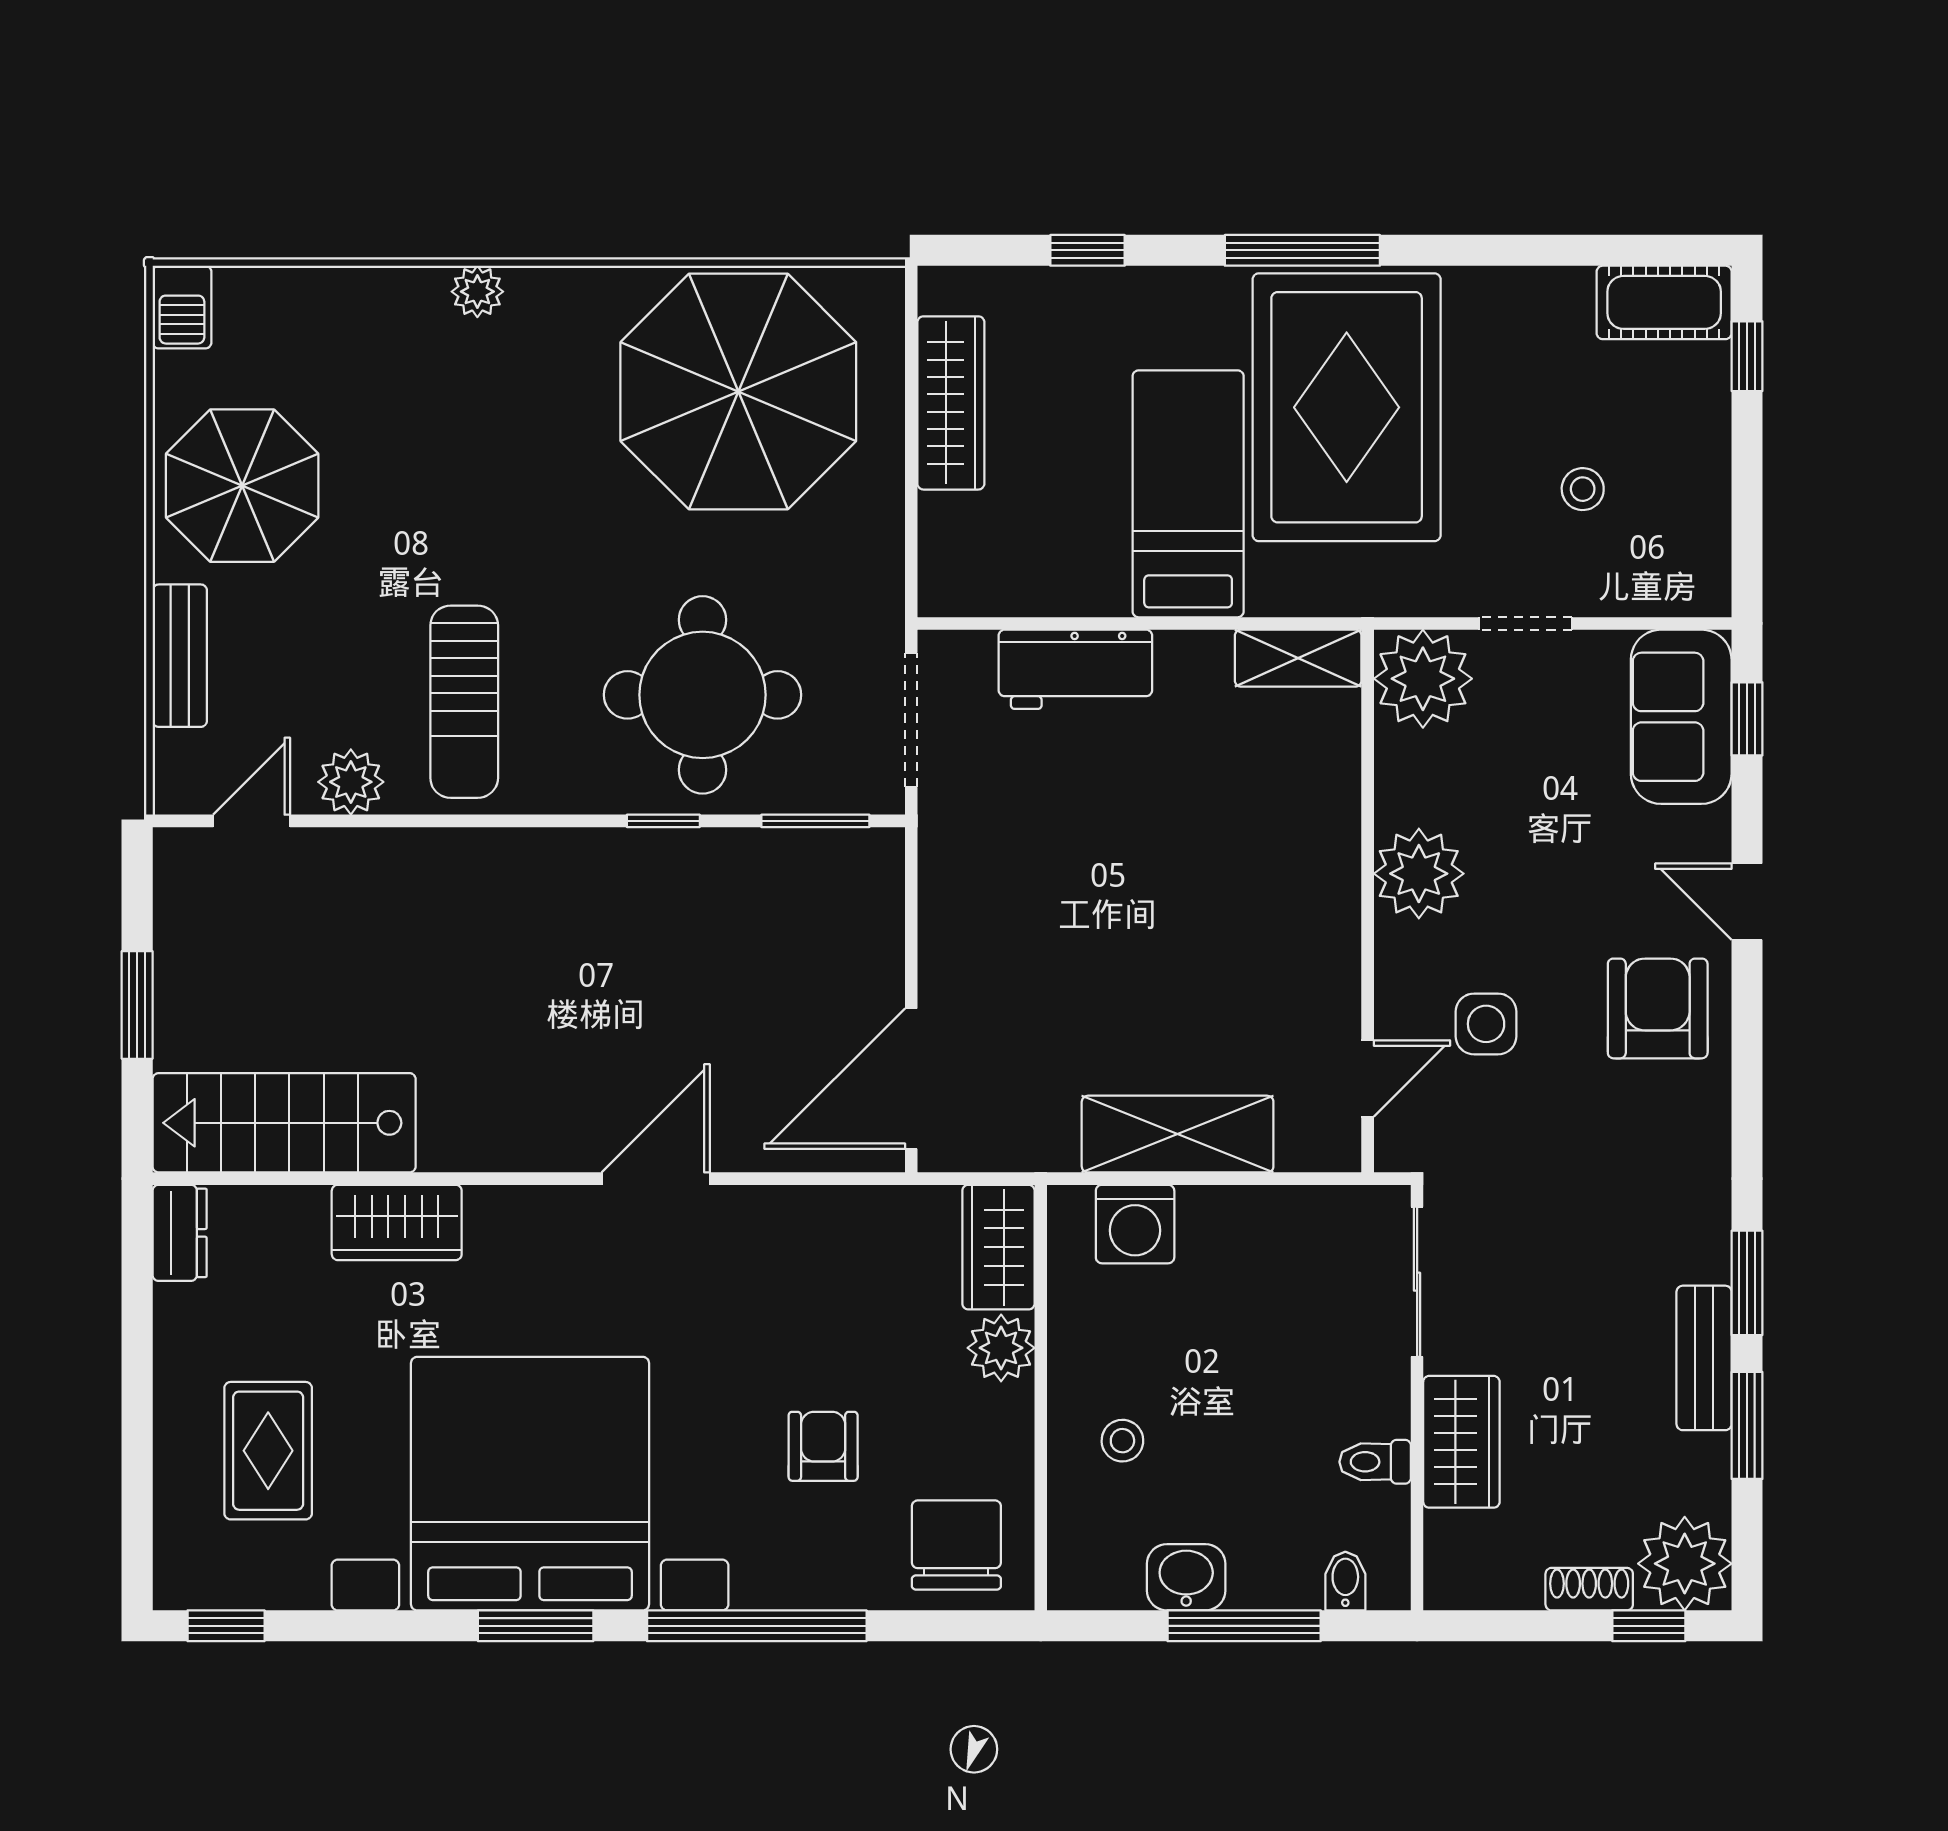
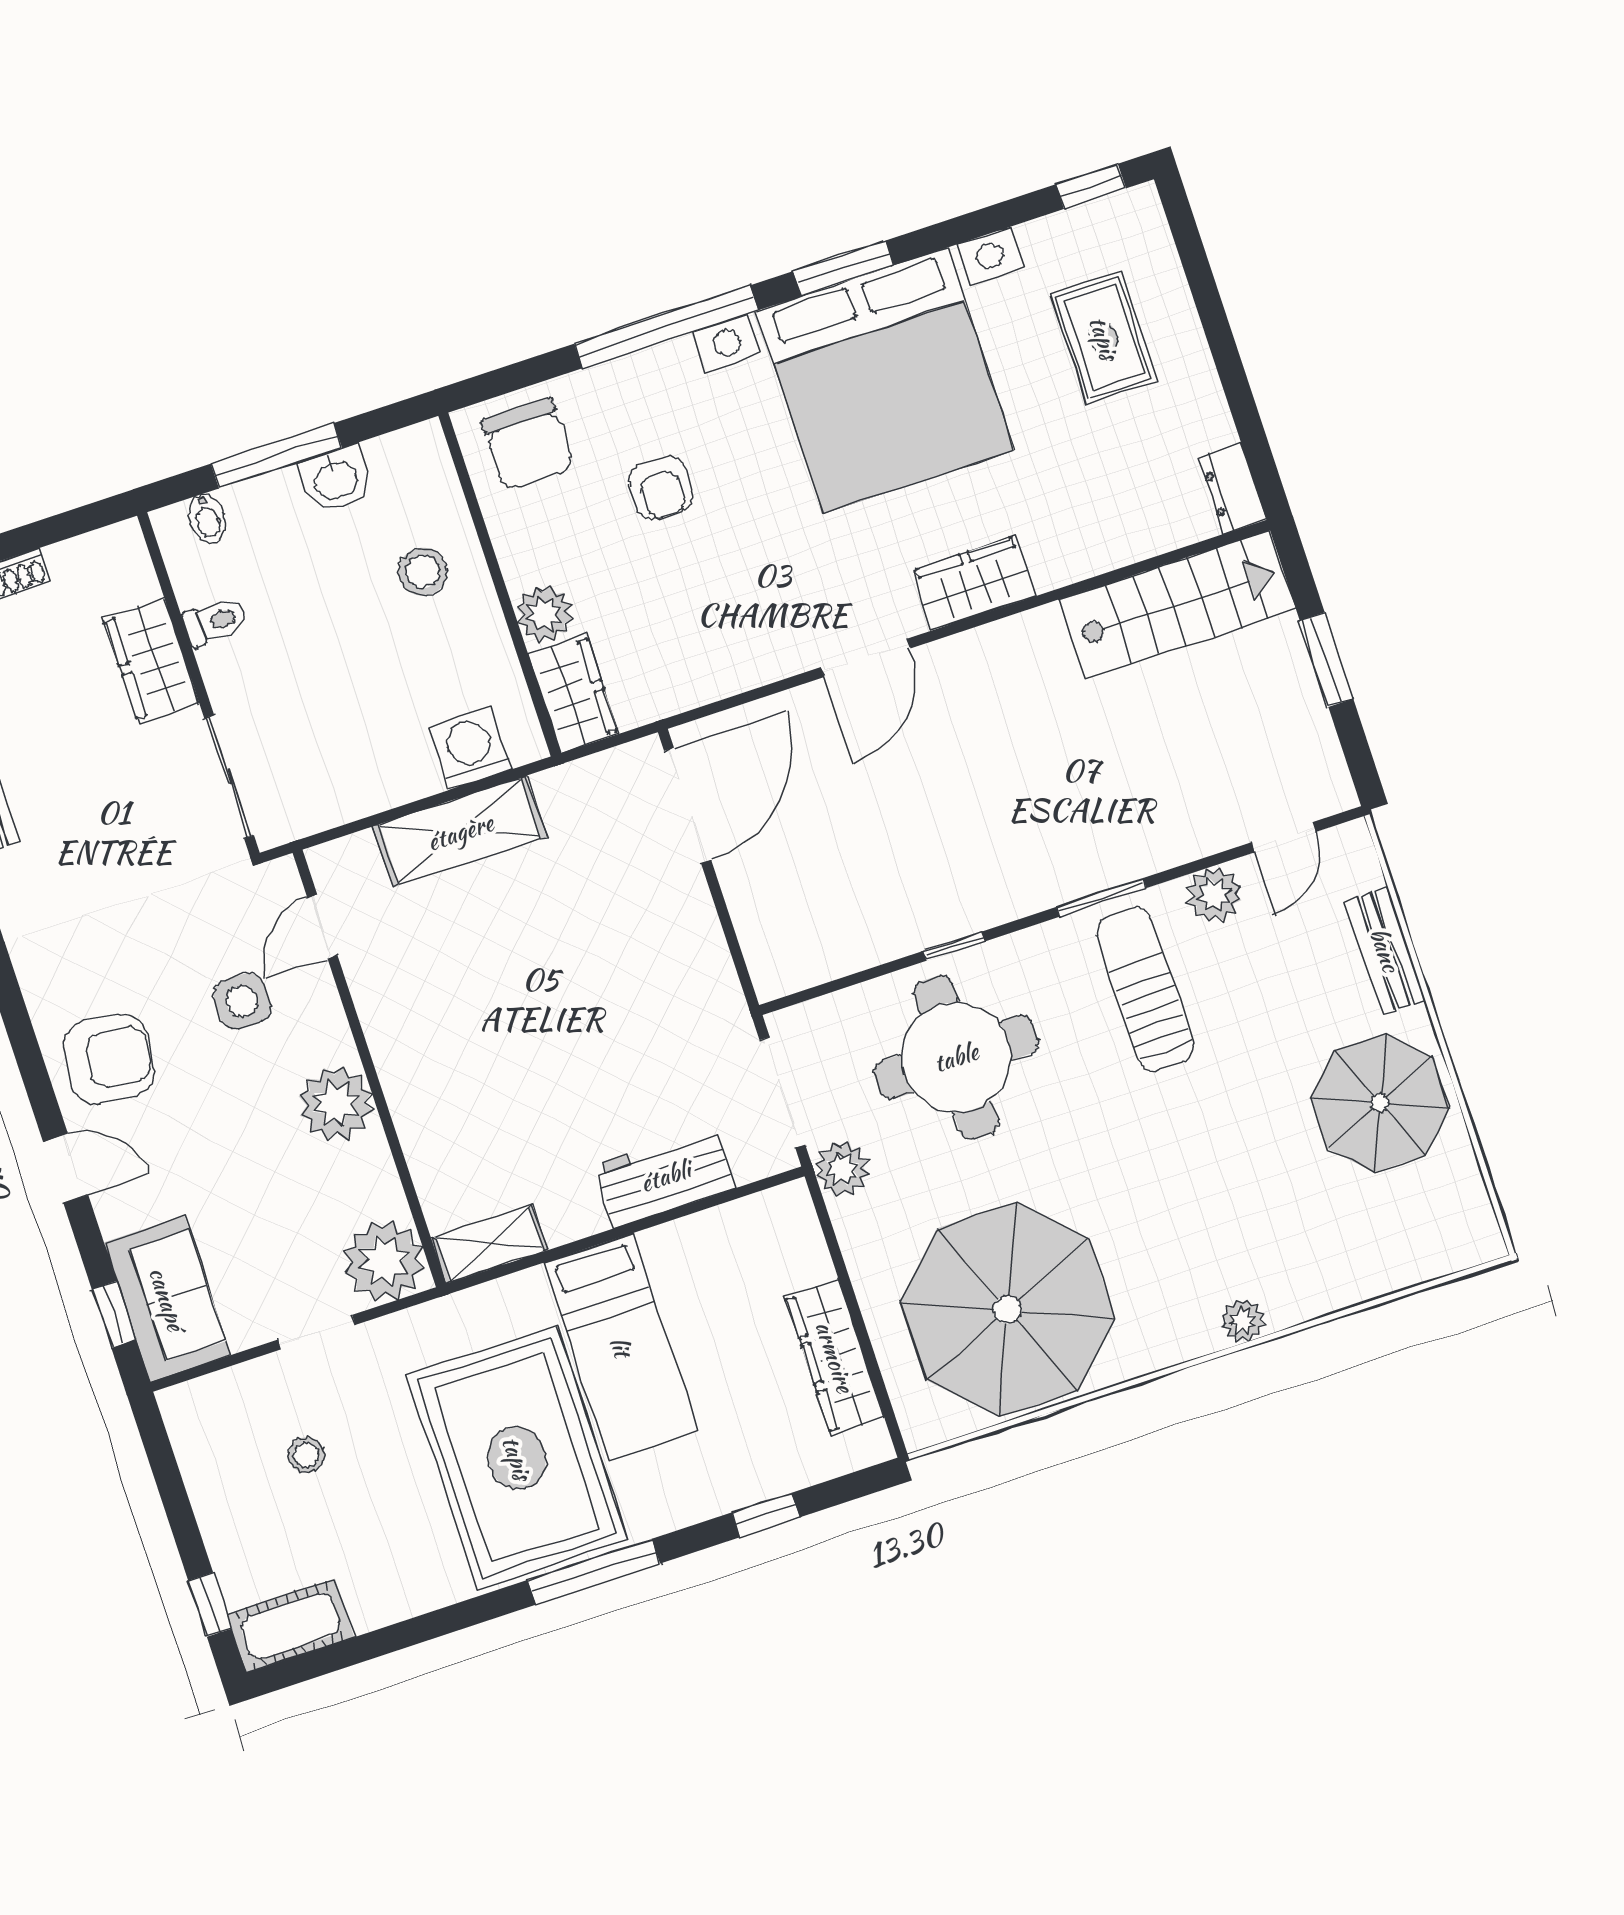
barbecue: (182, 307) -> (1475, 1230), removed
plant: (872, 611) -> (842, 1169), added
window: (815, 821) -> (1101, 897), moved
armchair: (1658, 1008) -> (109, 1059), turned -83
wardrobe: (397, 1222) -> (974, 583), moved
stool: (1122, 1441) -> (423, 572), width x1.37, depth x1.37

